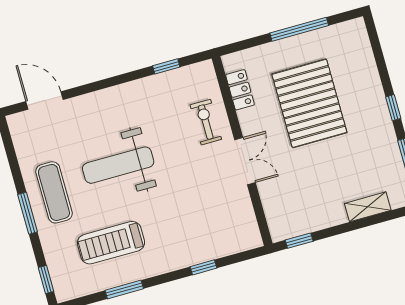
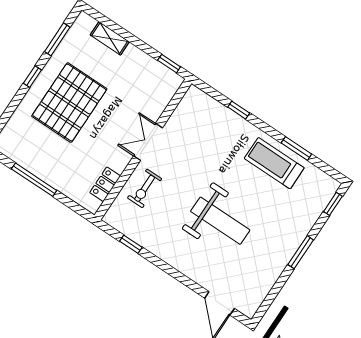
pallet: (309, 103) -> (69, 103), moved
exercise mat: (54, 192) -> (273, 247), removed
treadmill: (111, 243) -> (274, 163), moved, turned 180

